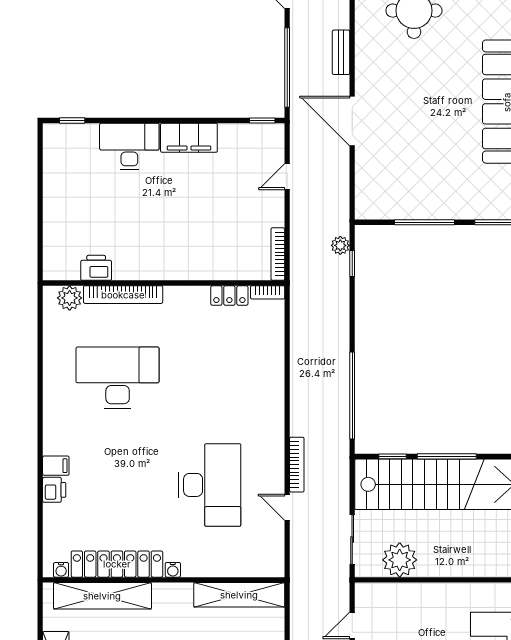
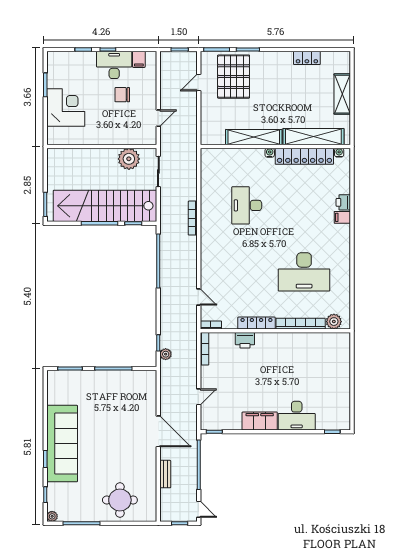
printer: (96, 268) -> (245, 340), moved
locker: (229, 295) -> (256, 323), moved, width x1.53
desk: (210, 485) -> (247, 205), width x0.73, depth x0.77
door: (287, 507) -> (199, 297), moved
shelving: (239, 595) -> (254, 137), moved

